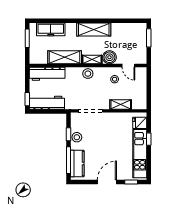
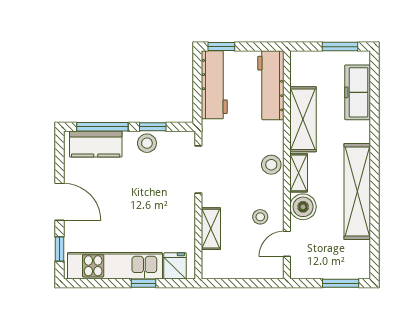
shelving: (94, 29) -> (357, 192), width x1.47

